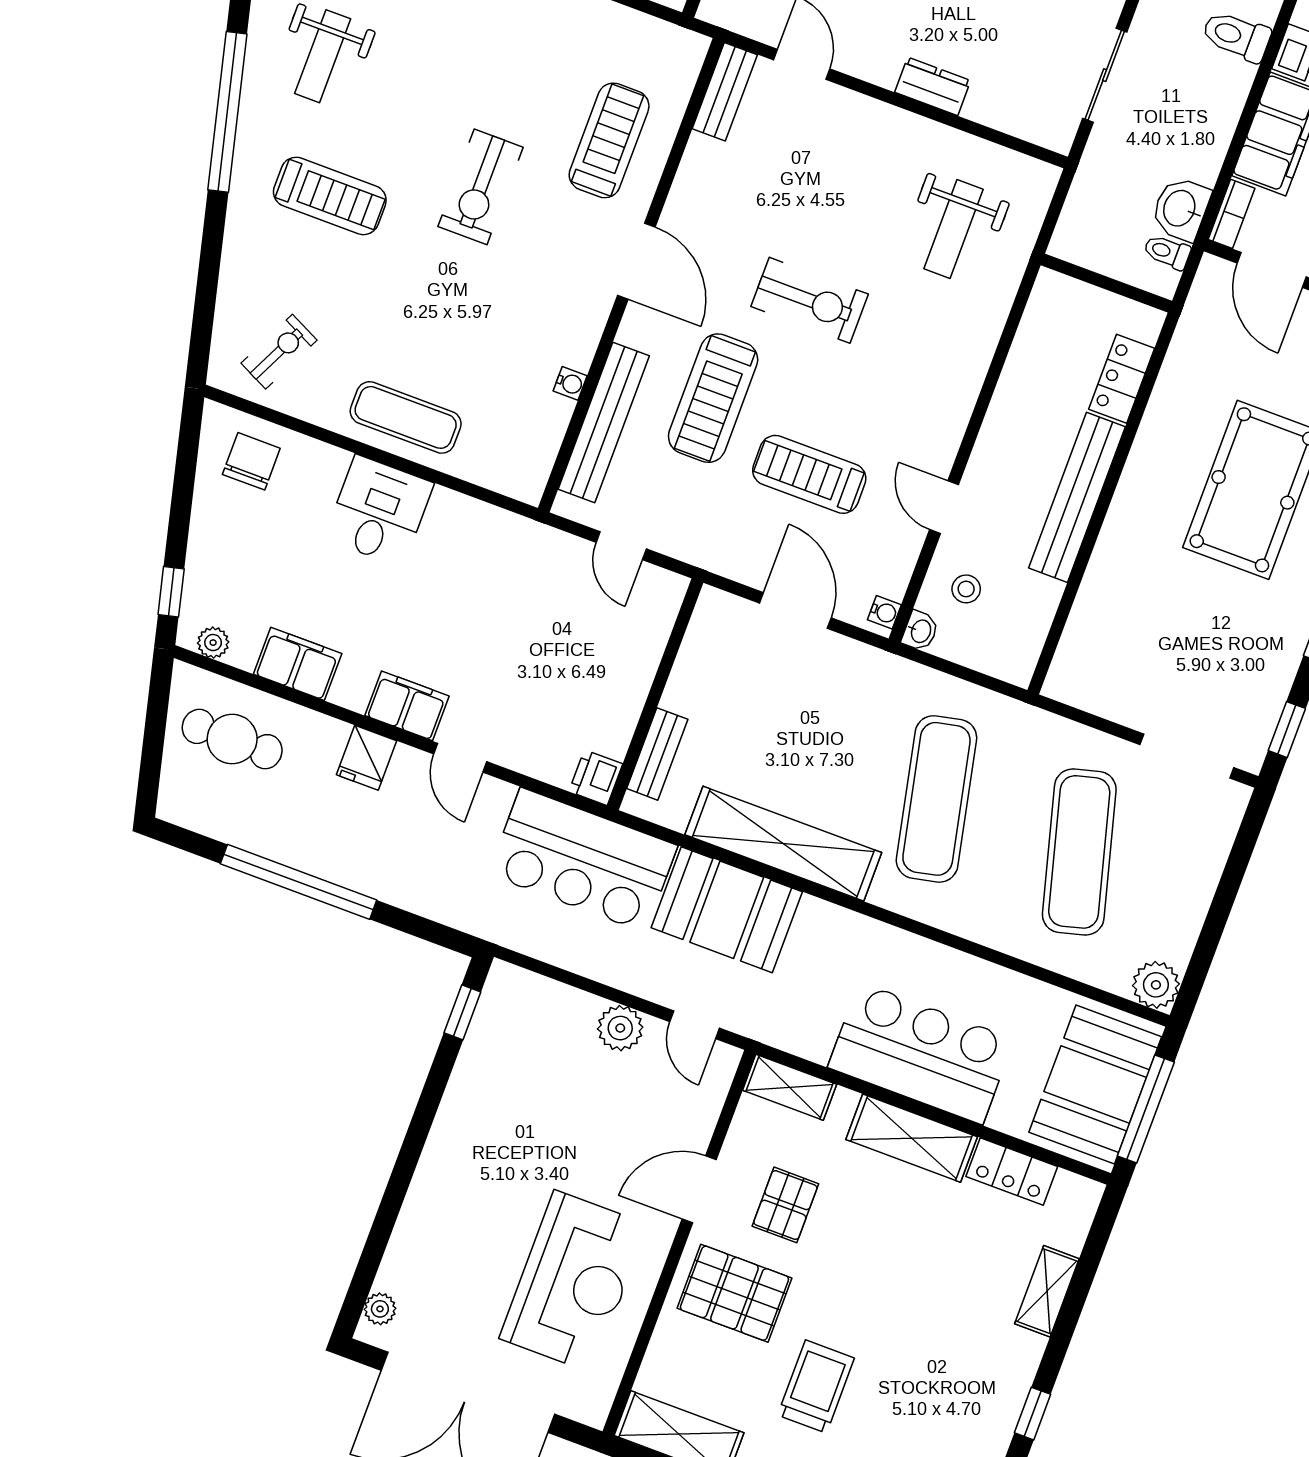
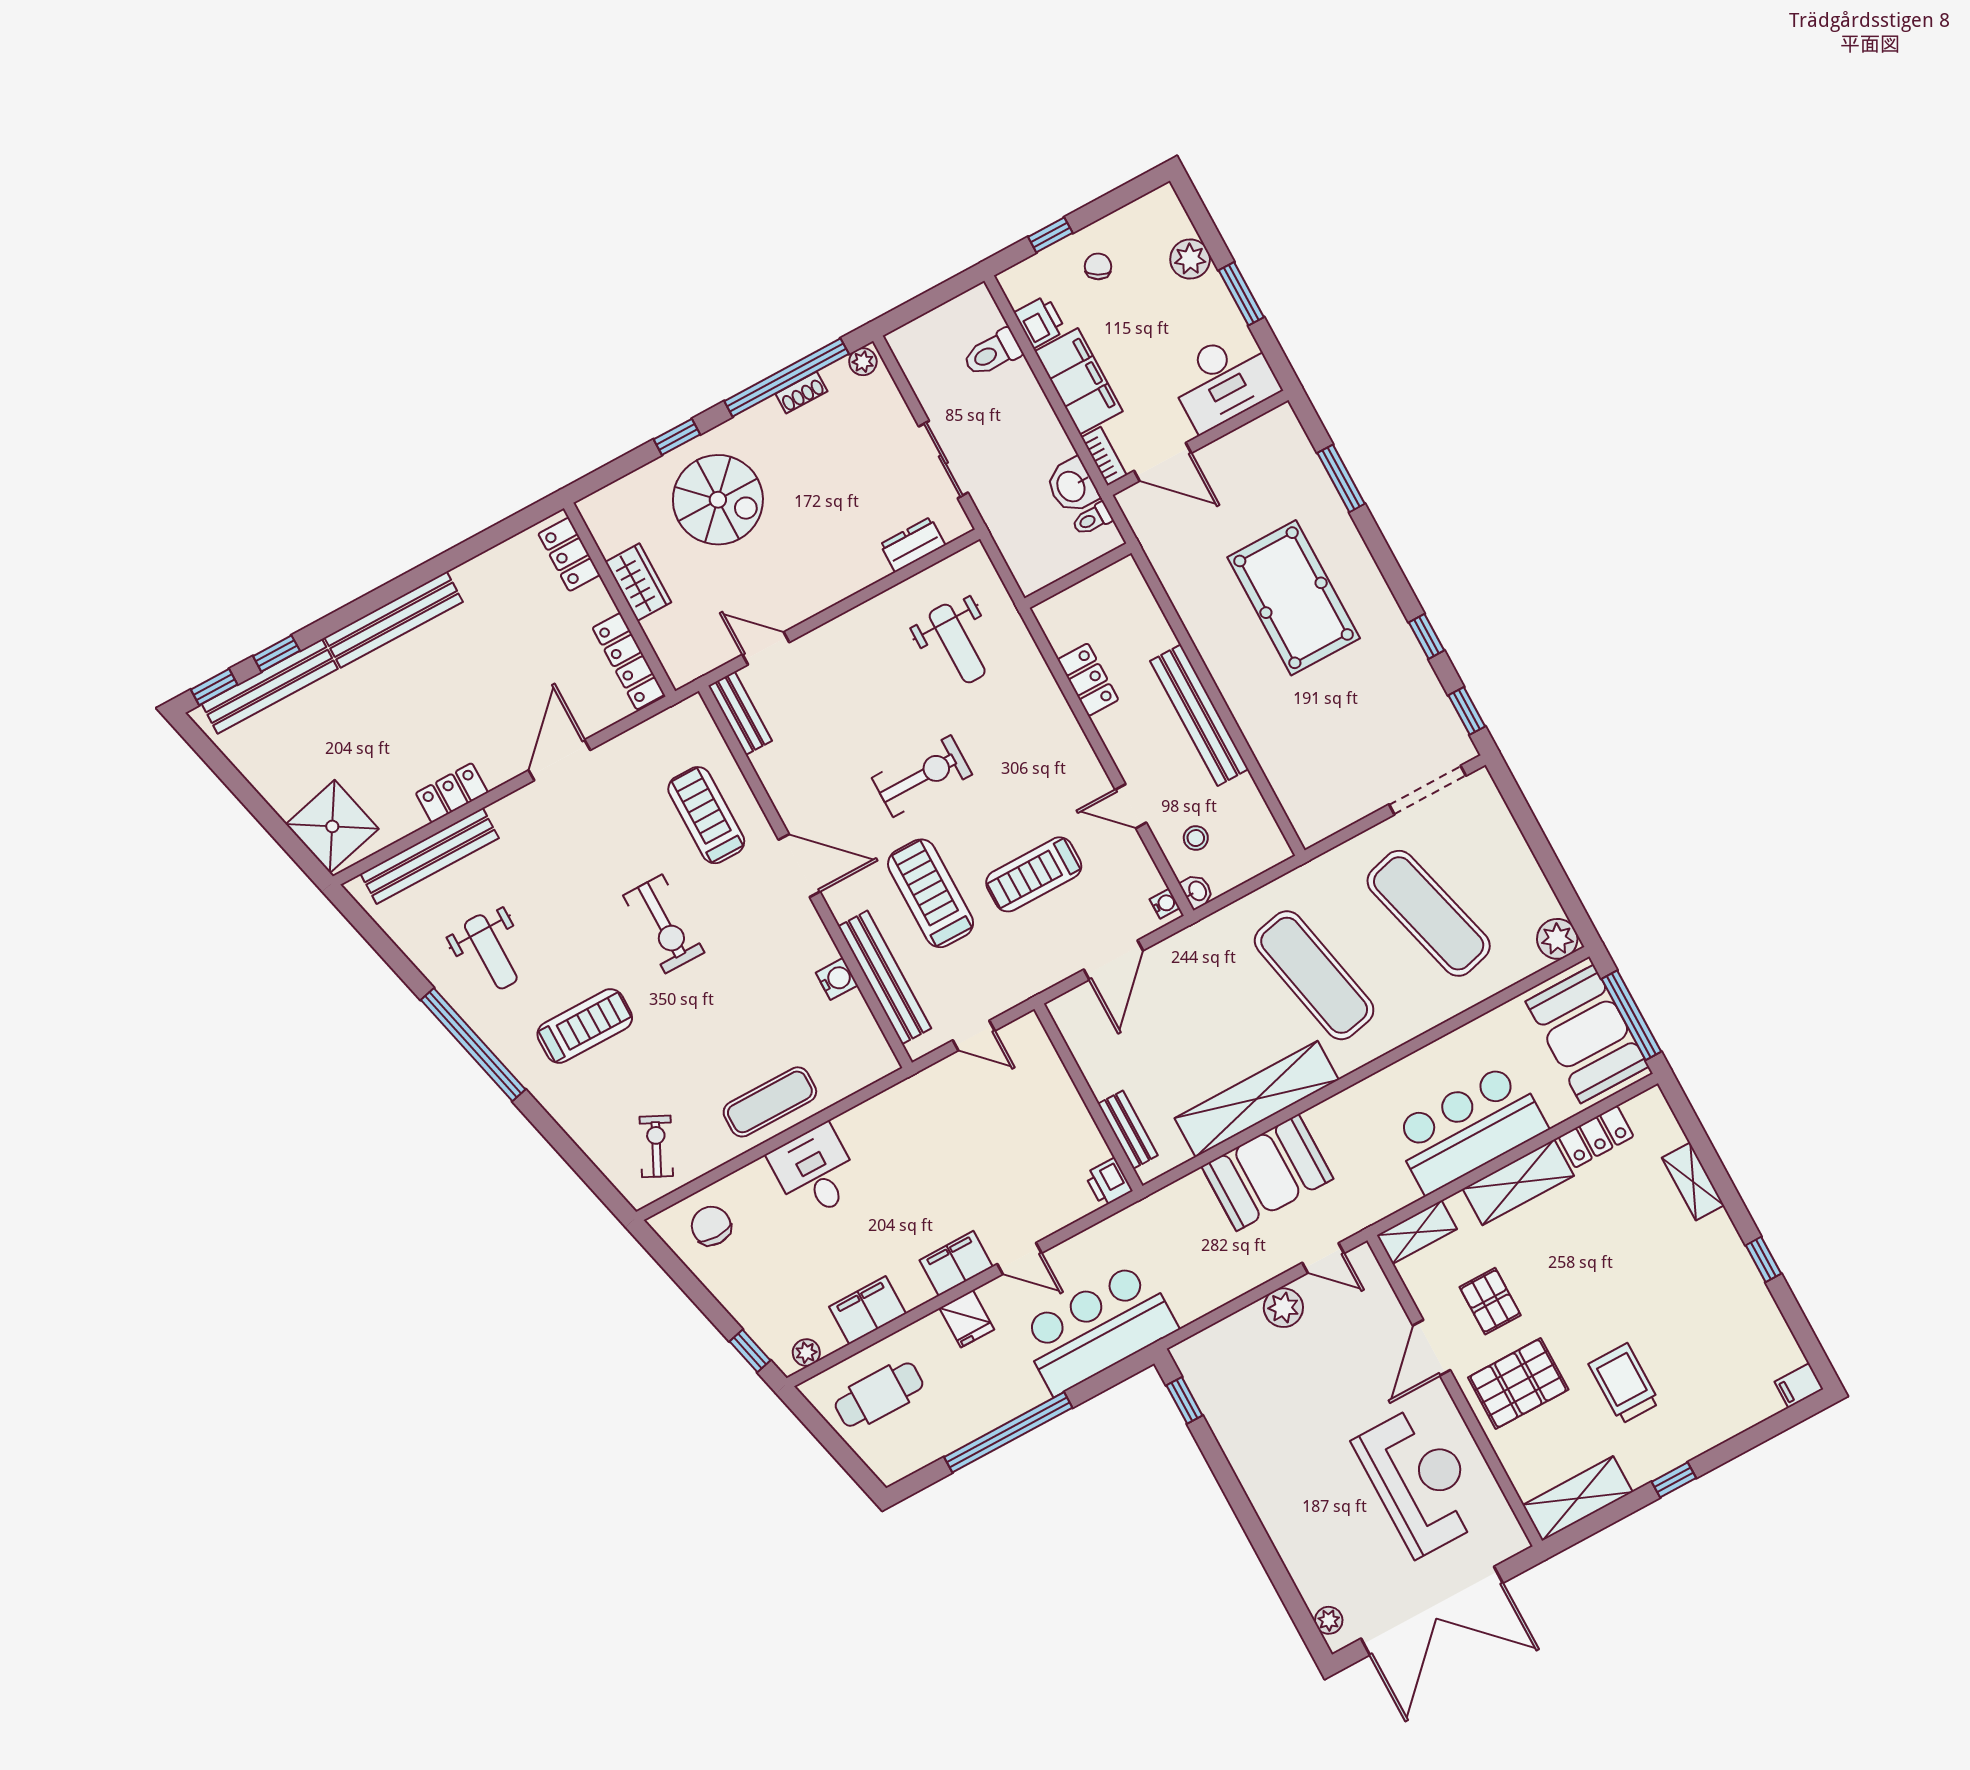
dresser: (933, 86) -> (913, 545), moved
locker: (1122, 379) -> (1088, 680), moved, turned 180
water cooler: (570, 383) -> (837, 979), width x1.38, depth x1.38
treadmill: (713, 398) -> (931, 893), turned 180
door: (795, 610) -> (1113, 960), swing flipped
bar counter: (583, 860) -> (1098, 1328), moved, turned 180

